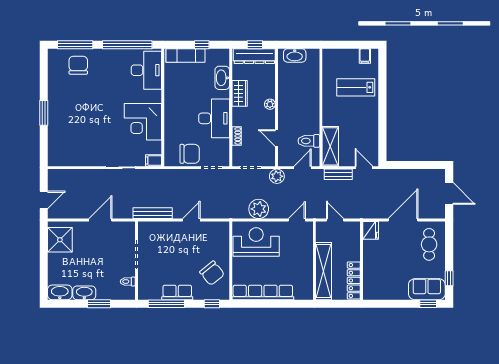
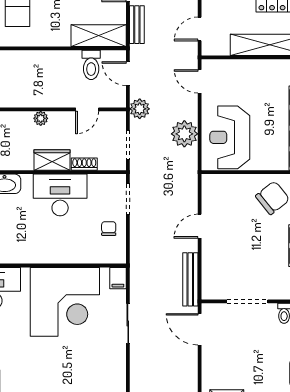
wardrobe: (240, 93) -> (52, 160), moved
corner desk: (143, 122) -> (65, 302), width x1.36, depth x1.36
chair: (190, 154) -> (109, 229), width x0.54, depth x0.54
door: (100, 220) -> (200, 329), moved
door: (191, 220) -> (200, 226), hinge flipped

